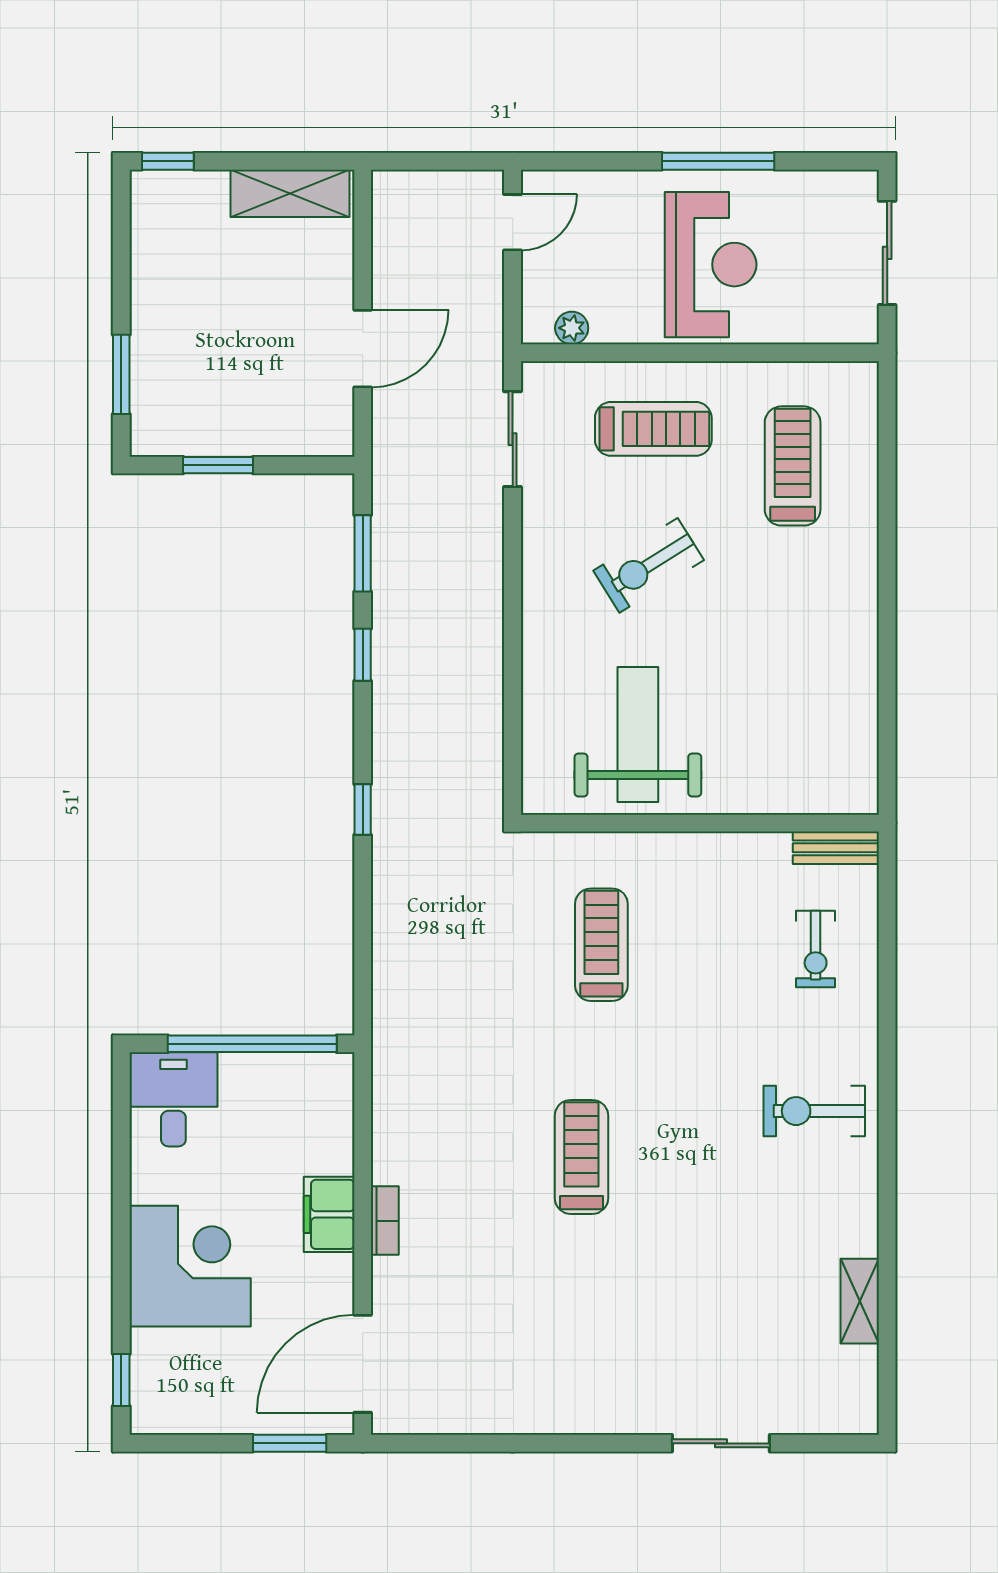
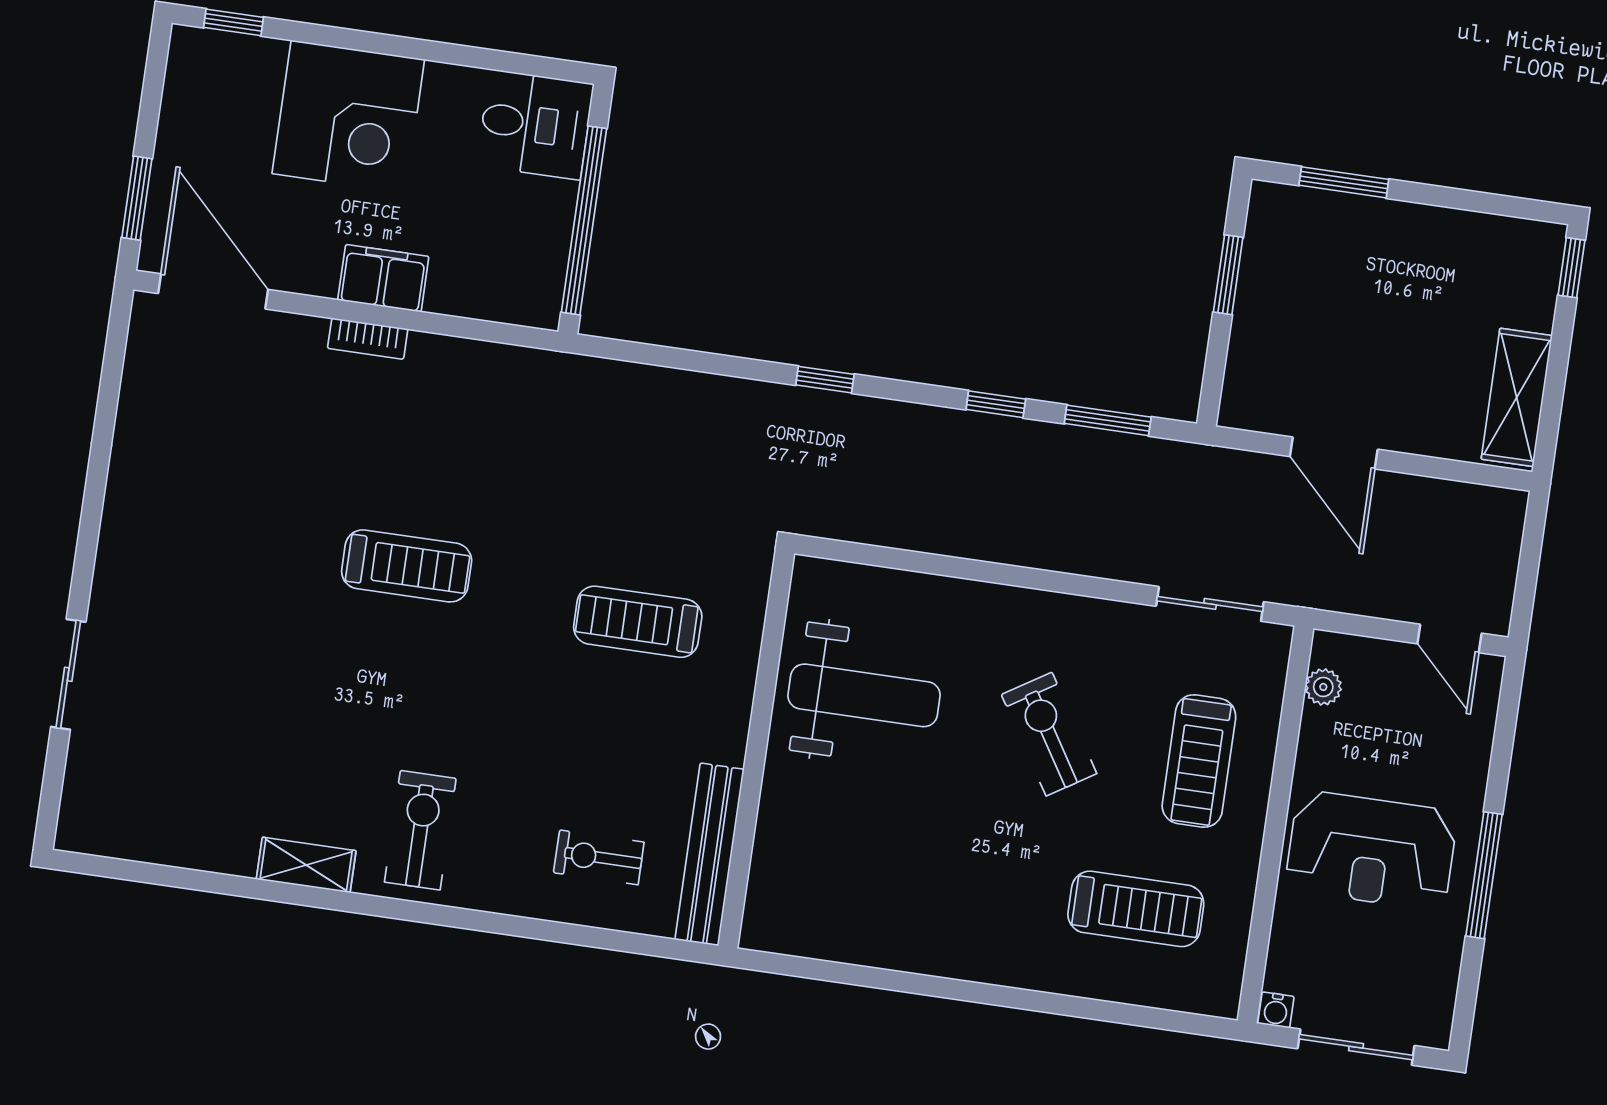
water cooler: (864, 329) -> (1276, 1010), added
bench: (836, 848) -> (709, 854), width x1.86, depth x1.21
treadmill: (601, 945) -> (638, 622), turned 180
shelving: (860, 1301) -> (306, 865), moved

